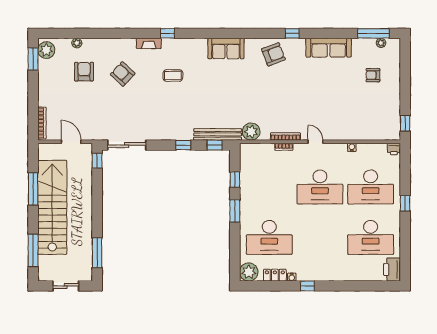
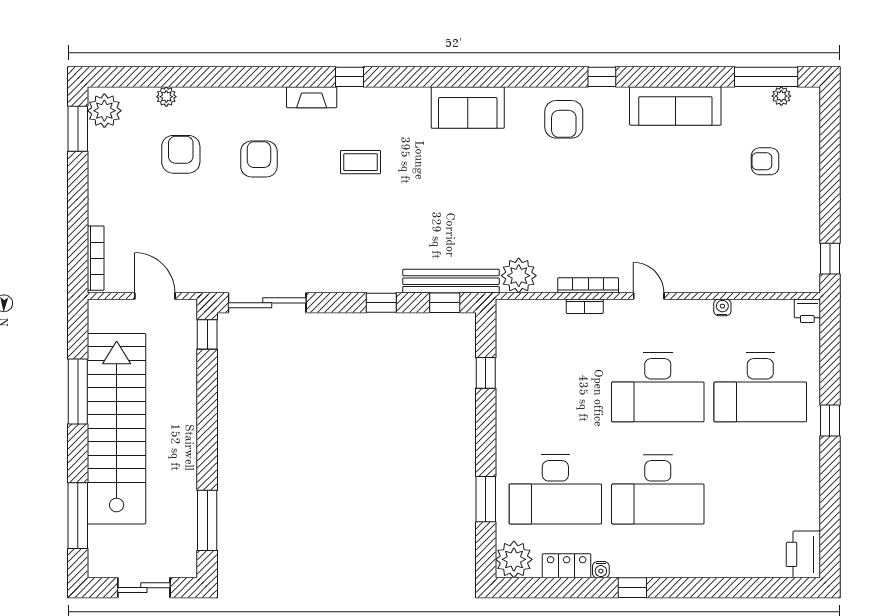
armchair: (273, 54) -> (564, 119), turned 111
armchair: (123, 74) -> (259, 159), turned 47
window: (235, 211) -> (486, 499), moved
desk: (371, 237) -> (658, 489), moved

